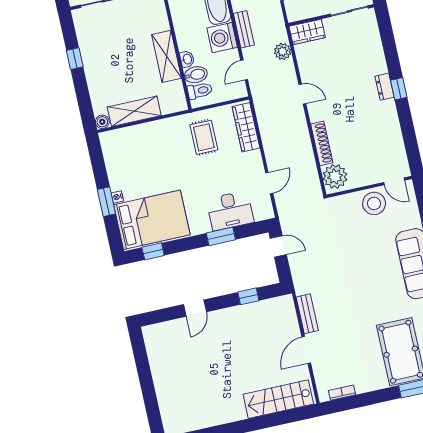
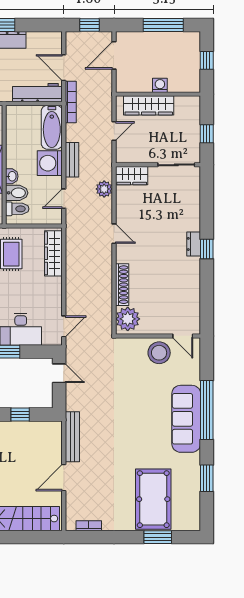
door: (269, 183) -> (64, 326), moved
bench: (307, 314) -> (72, 437), width x1.36

